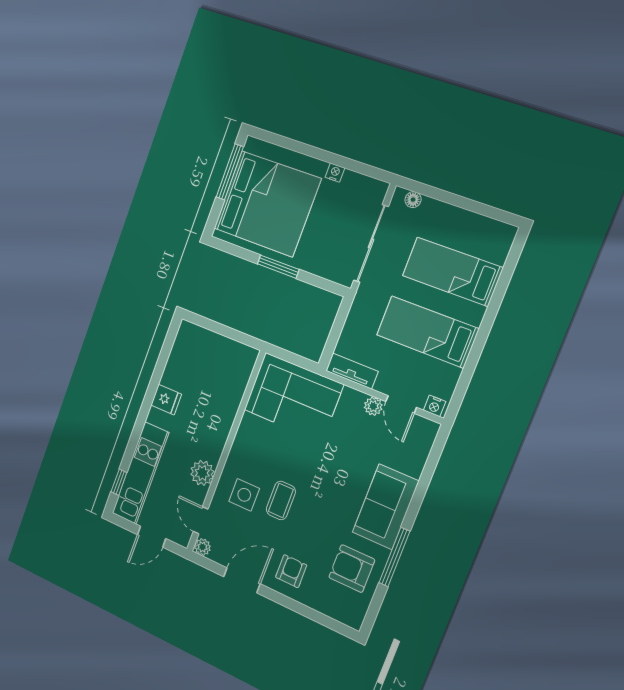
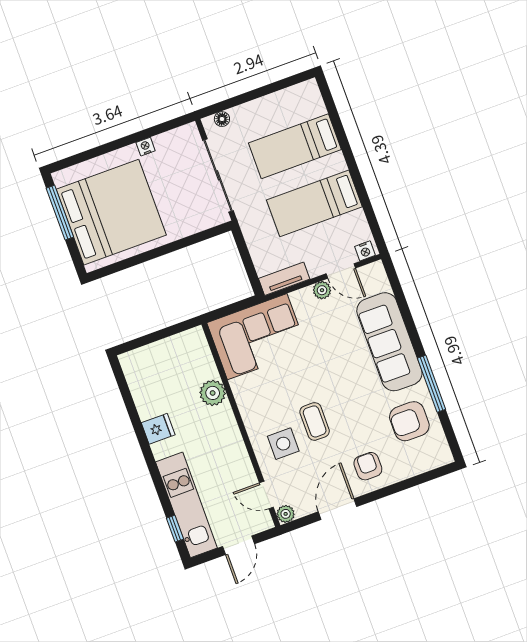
window: (278, 267) -> (161, 251), removed
plant: (202, 473) -> (213, 393), moved
sofa: (385, 507) -> (389, 342), width x1.36

